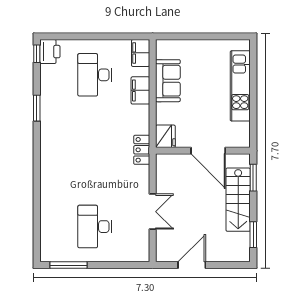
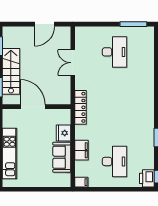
filing cabinet: (141, 53) -> (81, 182), width x0.50
fridge: (165, 136) -> (63, 133), moved
locker: (142, 150) -> (81, 107), width x1.53

